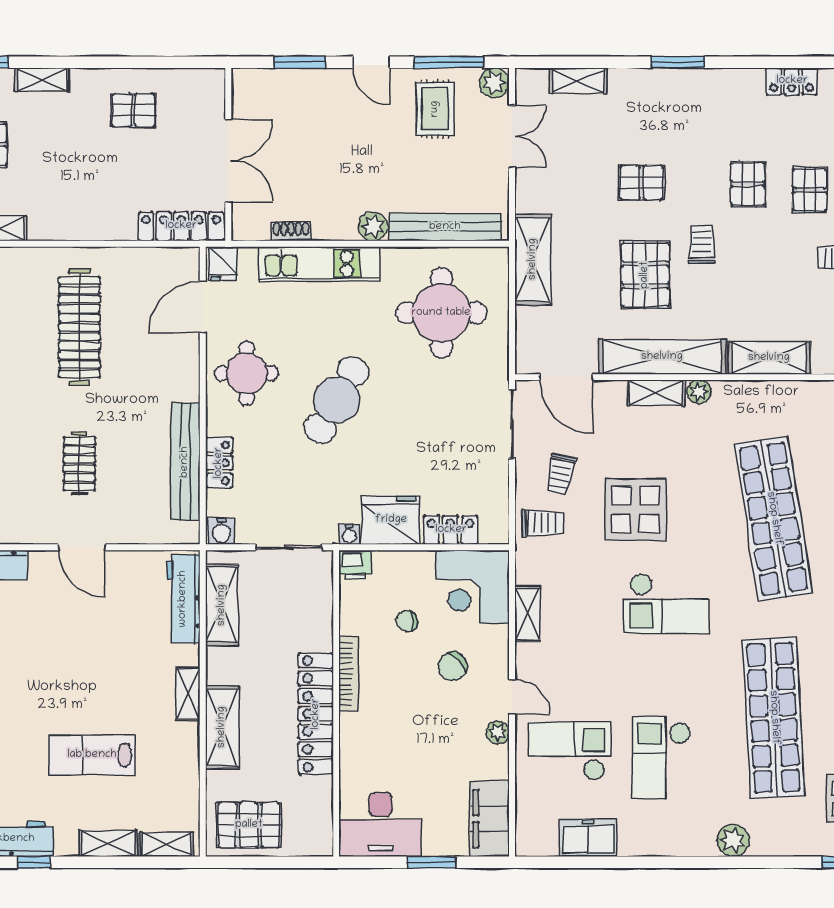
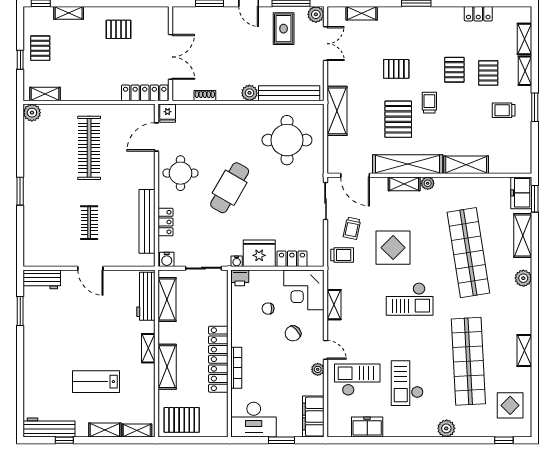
kitchen unit: (319, 264) -> (220, 113), removed
bookcase: (349, 674) -> (236, 368), moved

